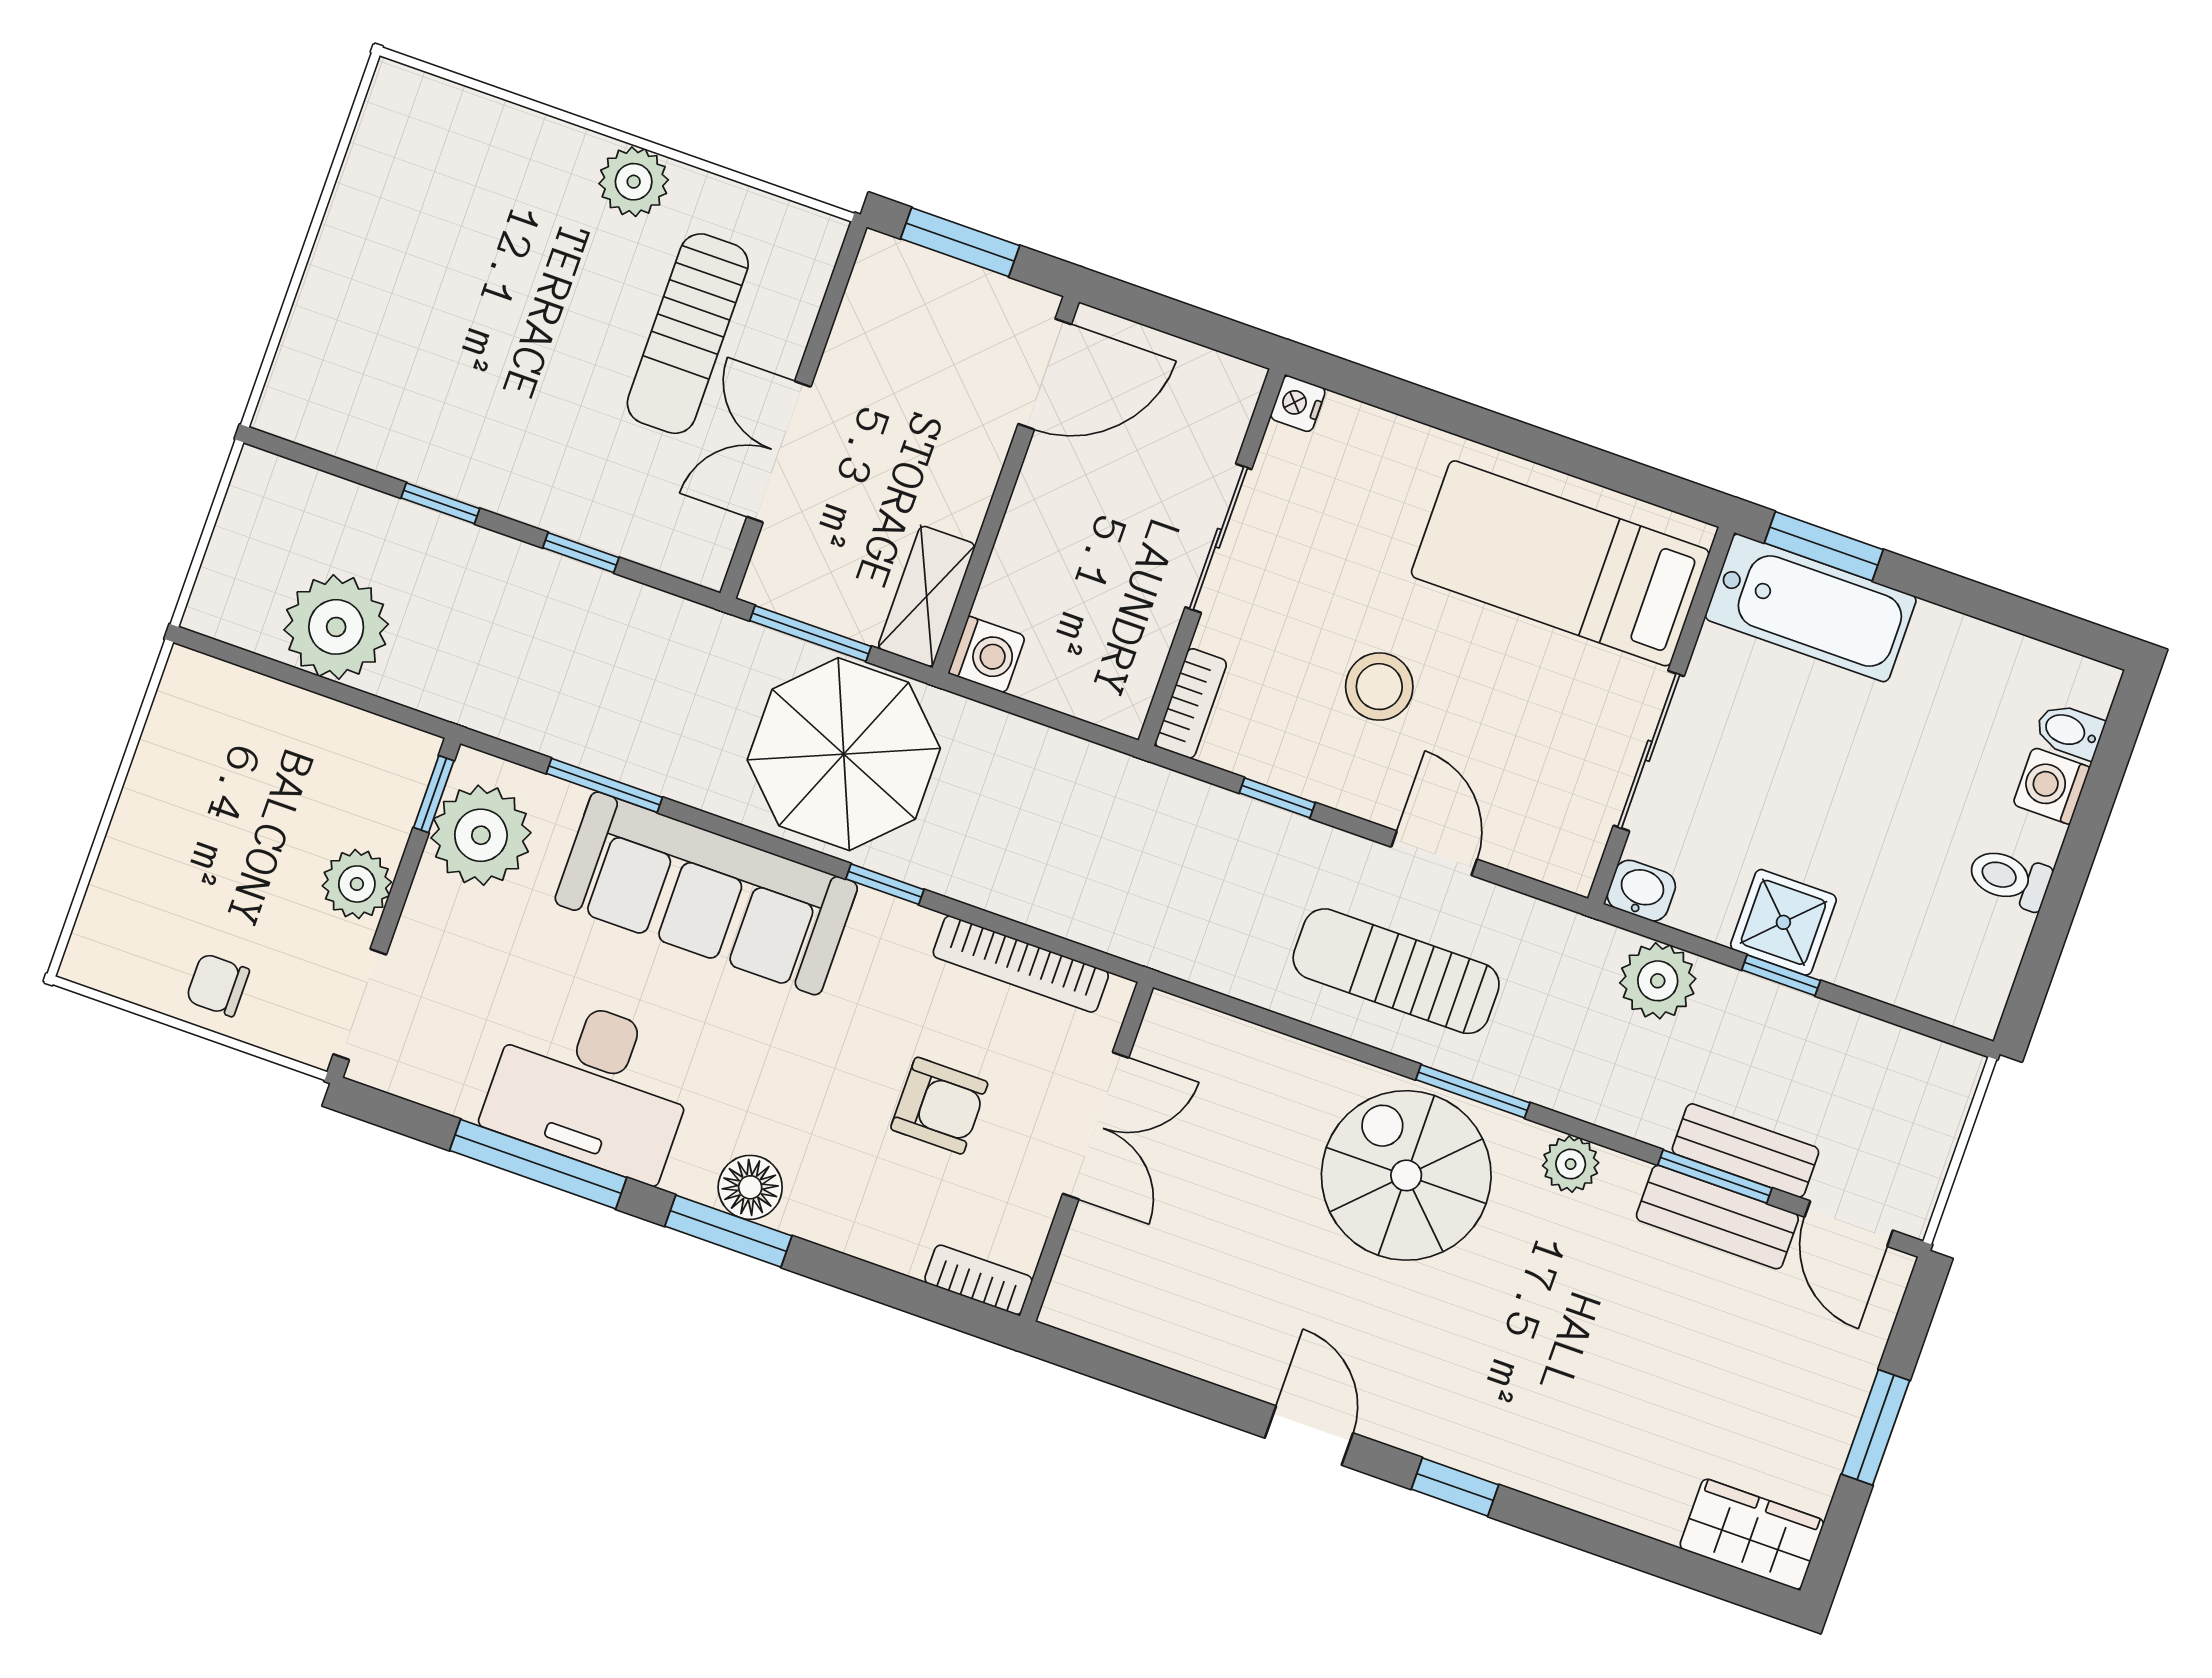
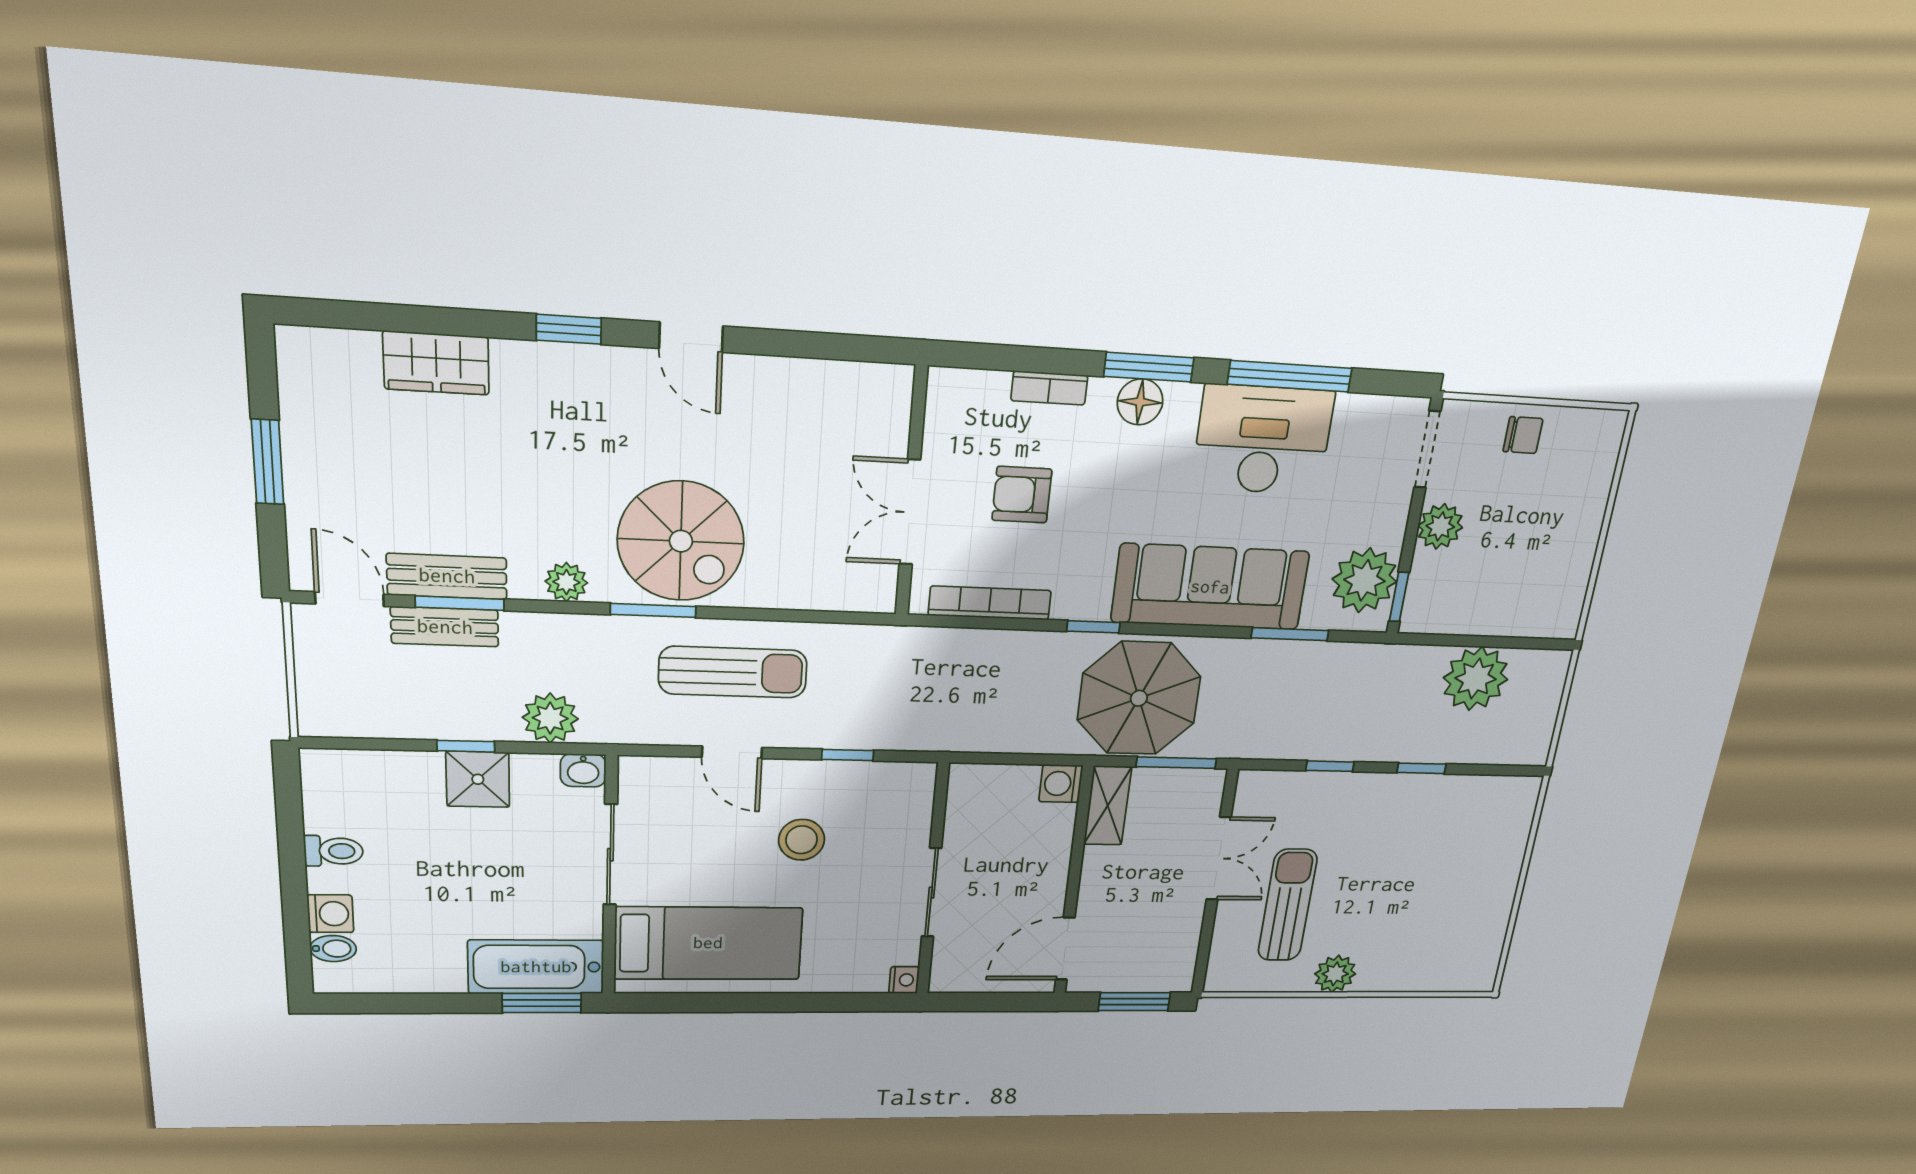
bookcase: (1191, 703) -> (921, 794), removed
bookcase: (979, 1280) -> (1049, 388), moved
wardrobe: (1752, 1534) -> (436, 363), moved

